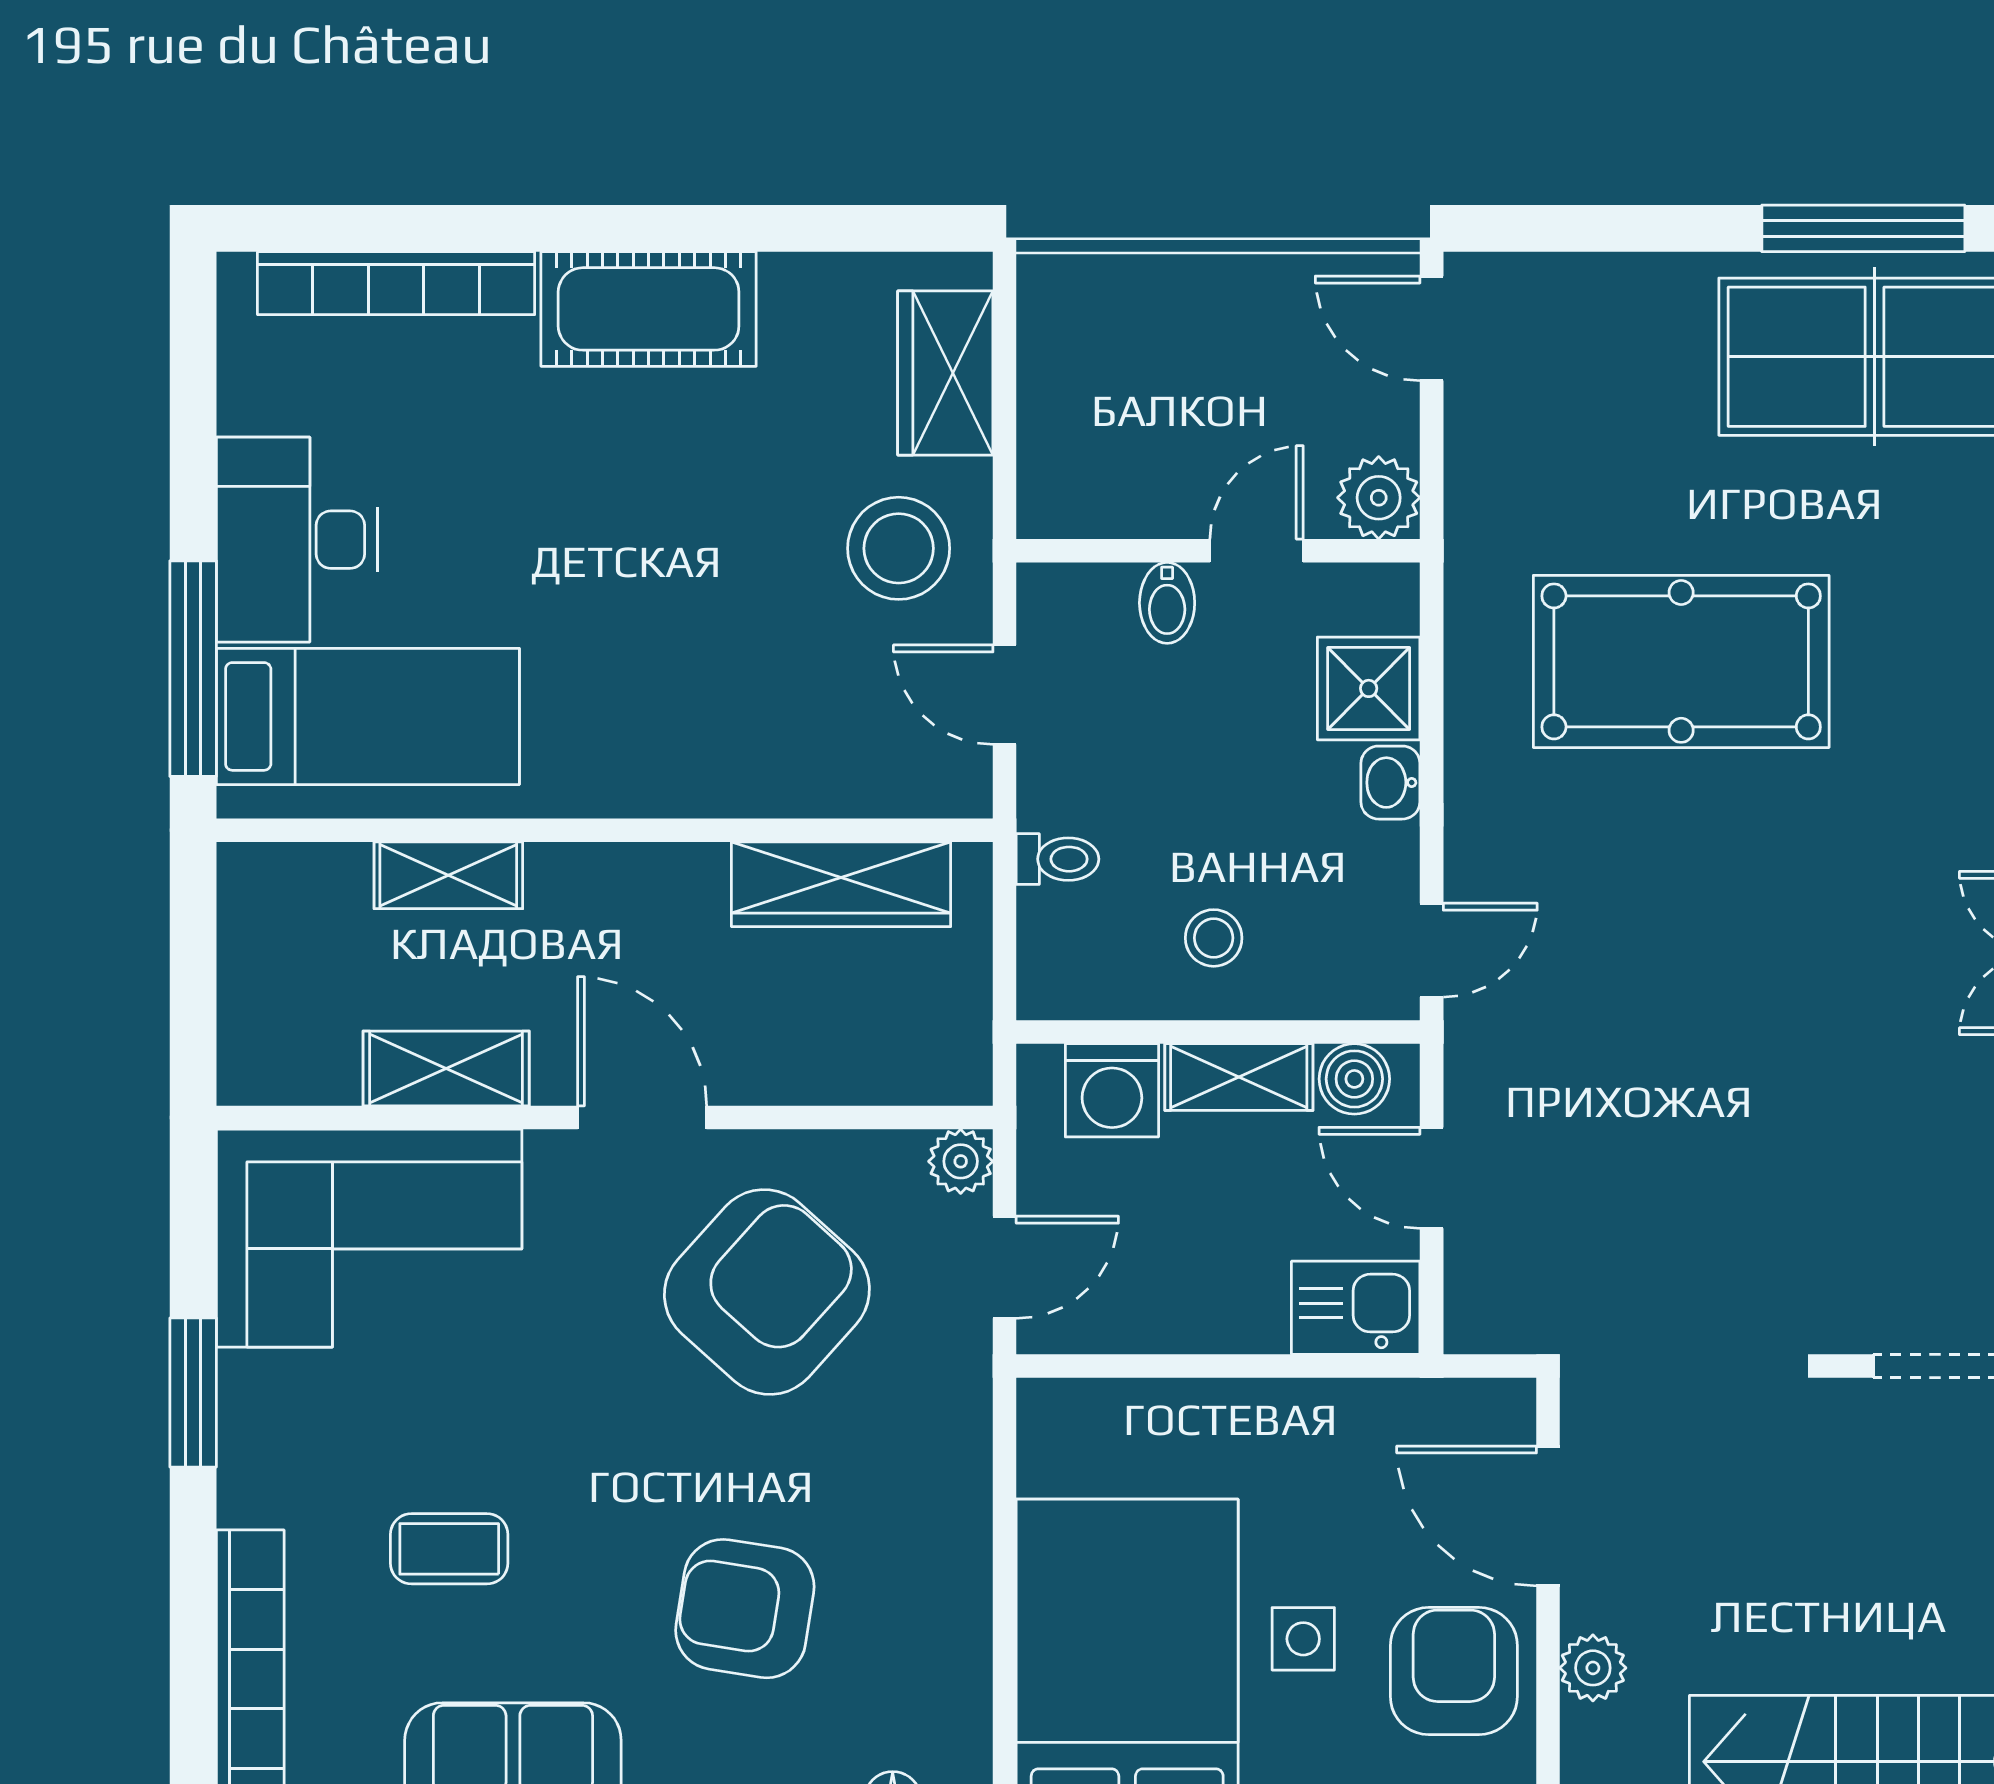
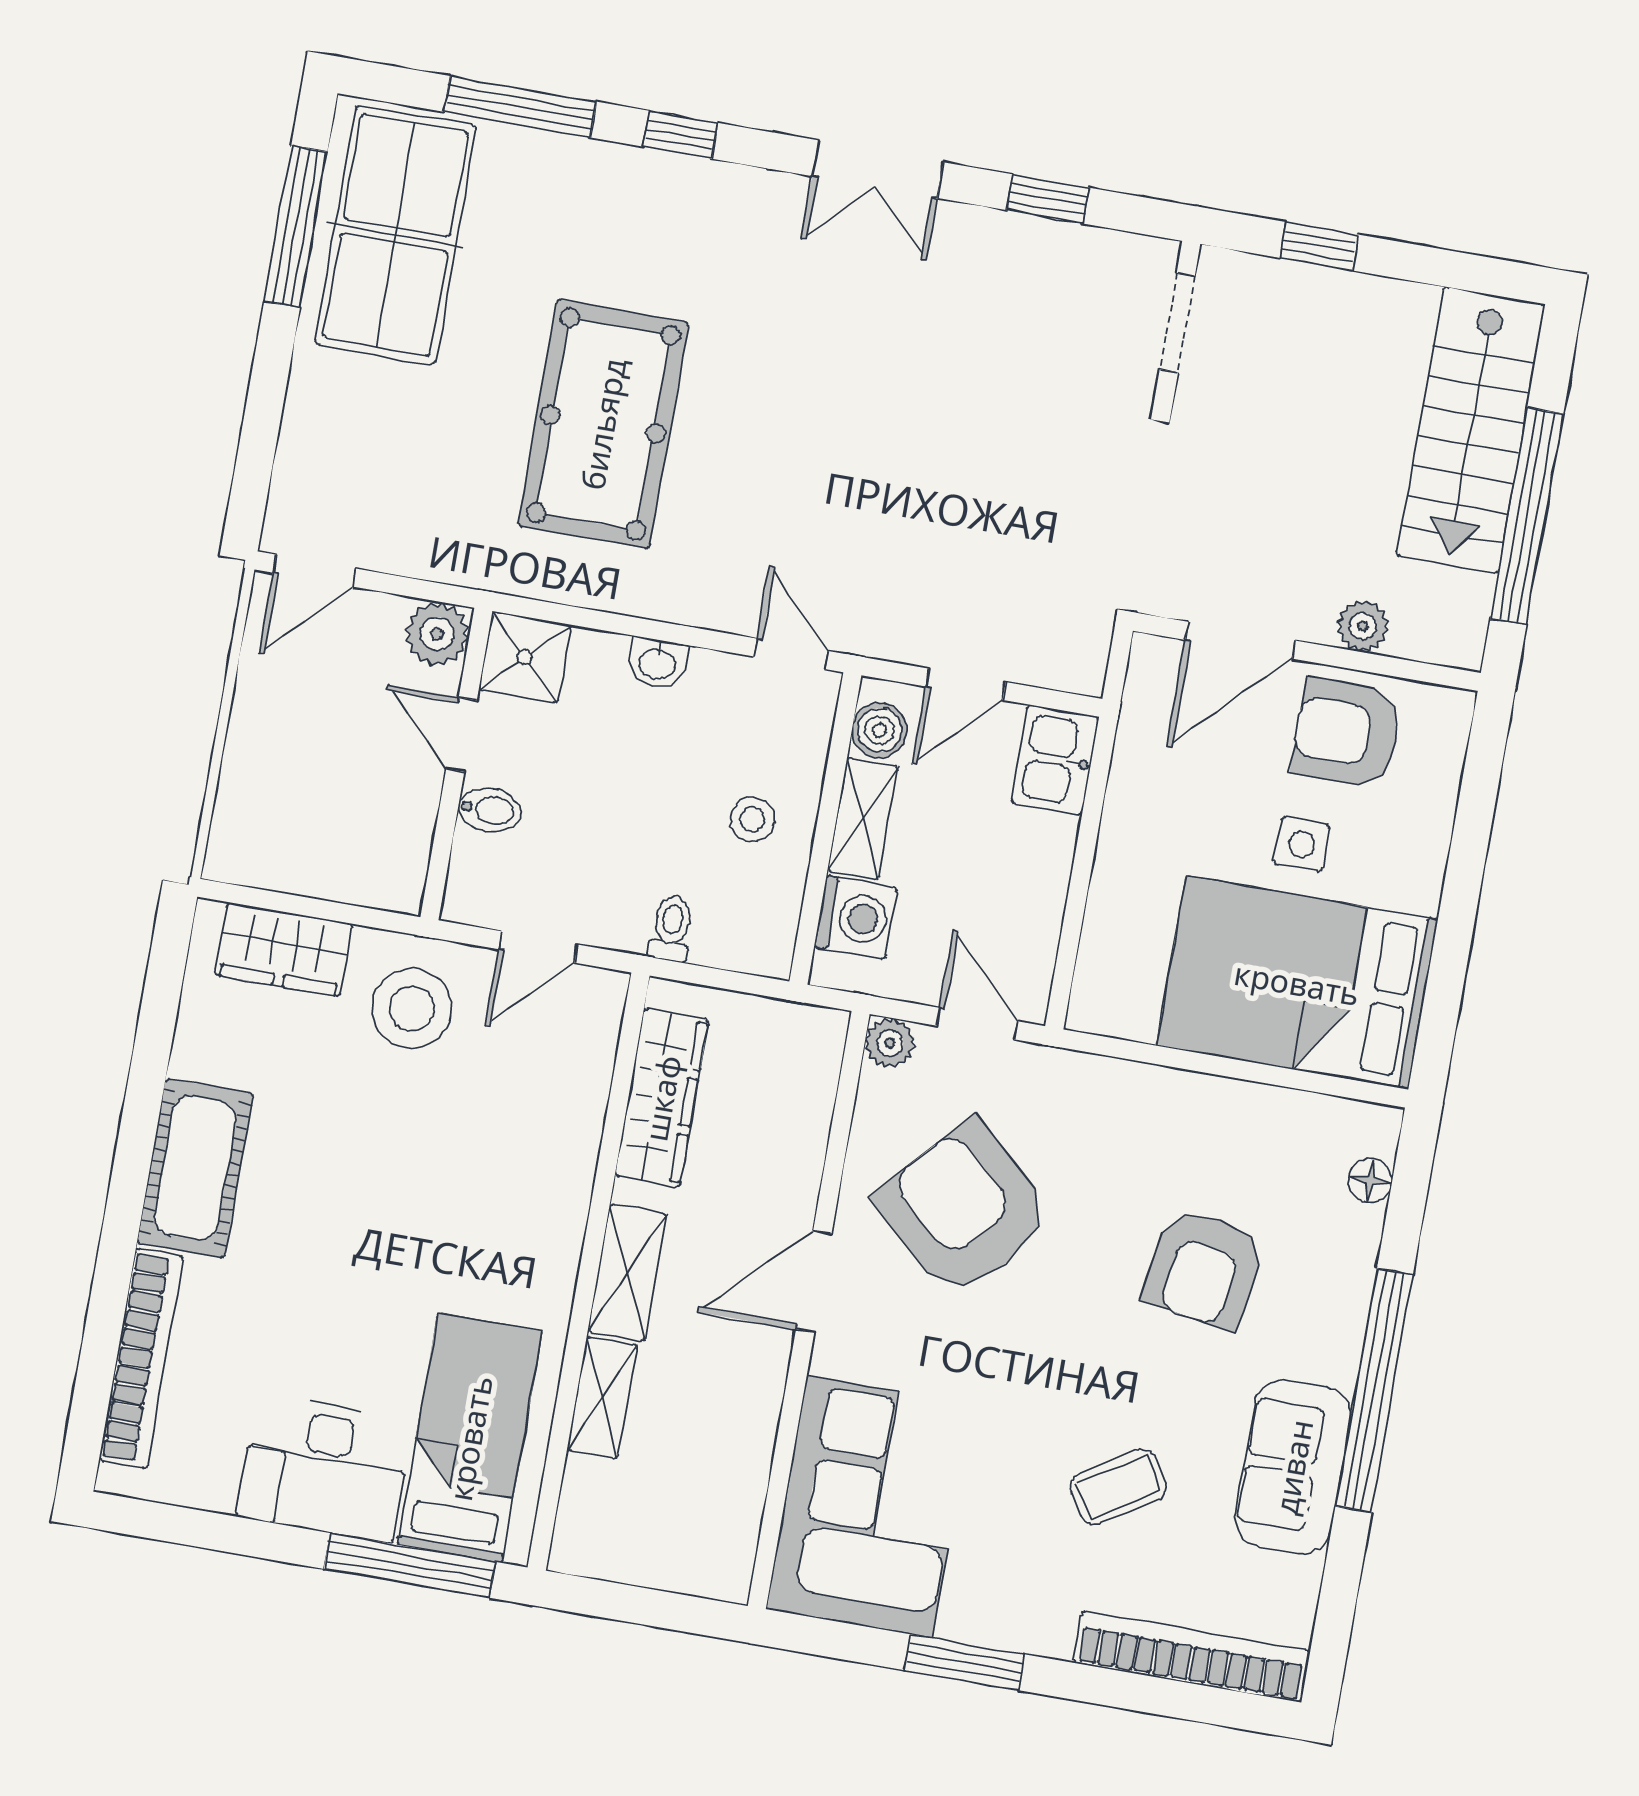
shower: (1369, 688) -> (525, 657), moved
shelving: (446, 1068) -> (627, 1273), moved
coffee table: (449, 1549) -> (1119, 1487), turned 58

